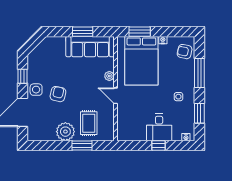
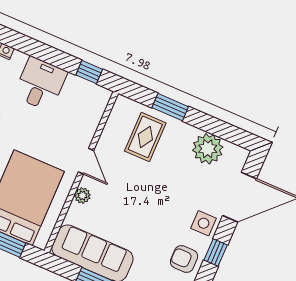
armchair: (58, 94) -> (184, 259), moved, turned 77
plant: (65, 132) -> (208, 149), moved
window: (159, 146) -> (89, 72), moved

